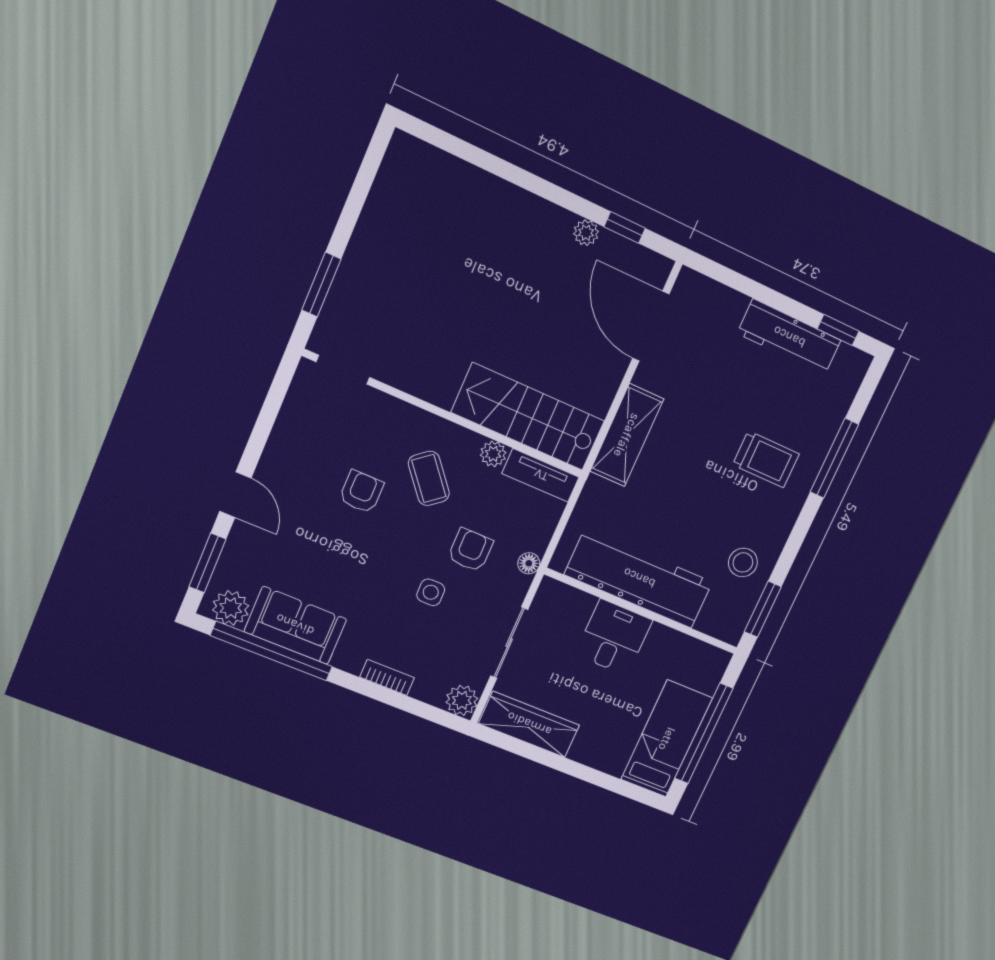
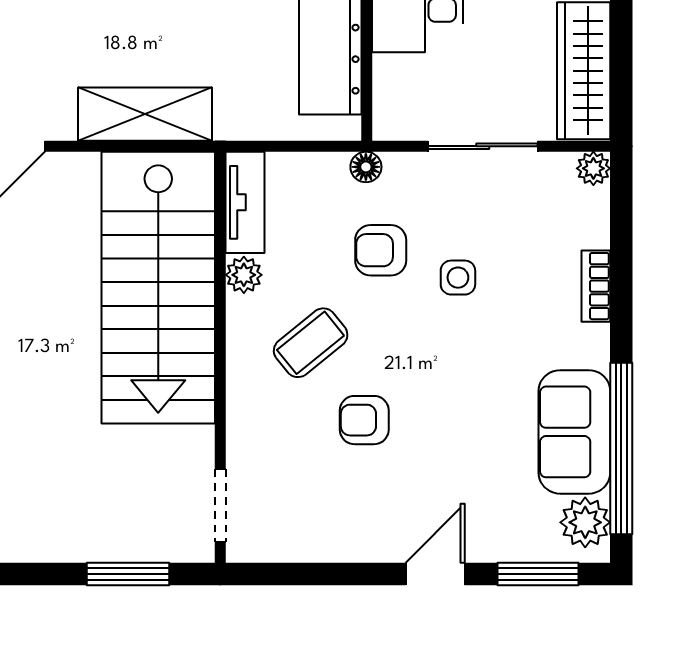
stairs: (528, 417) -> (158, 288), width x1.36, depth x1.51
plant: (462, 700) -> (593, 168), width x0.73, depth x0.73

